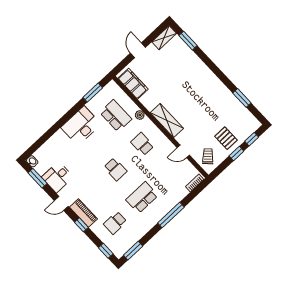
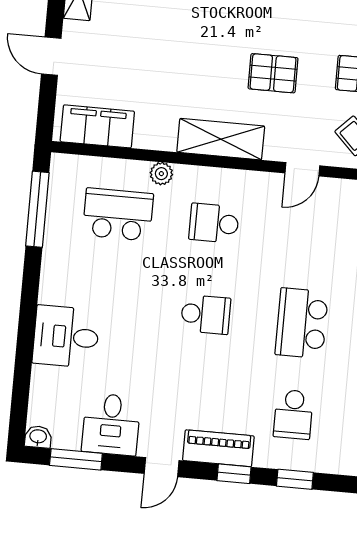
window: (93, 93) -> (37, 209), width x1.44
pallet: (200, 115) -> (273, 73), added
desk: (81, 126) -> (66, 337), moved, width x0.73
window: (106, 251) -> (295, 479), moved

